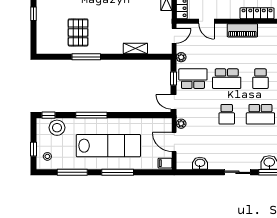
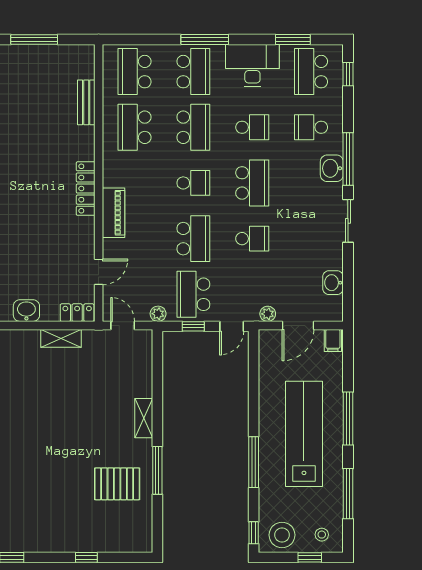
shelving: (135, 48) -> (144, 418), moved
stool: (57, 128) -> (282, 535), moved

